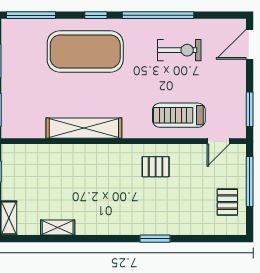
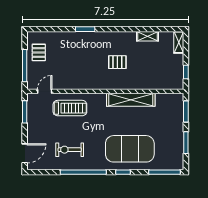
pallet: (156, 167) -> (117, 62), moved

